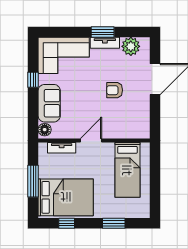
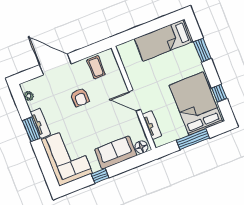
plant: (131, 46) -> (29, 96), width x0.53, depth x0.53
coffee table: (137, 117) -> (96, 67), added
bed: (127, 170) -> (164, 40), moved, turned 180

